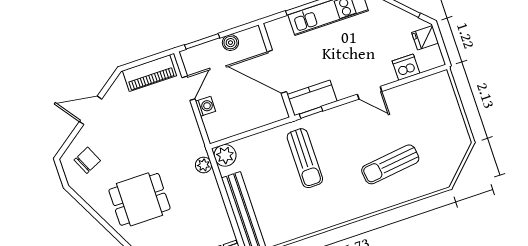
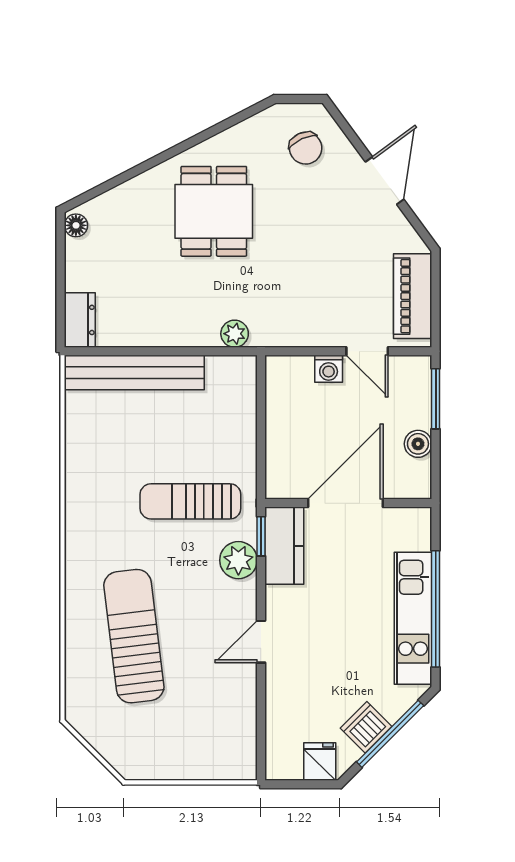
dishwasher: (406, 67) -> (366, 727), moved, turned -135
plant: (225, 155) -> (238, 560), moved
sun lounger: (390, 164) -> (134, 636), width x1.36, depth x1.34

